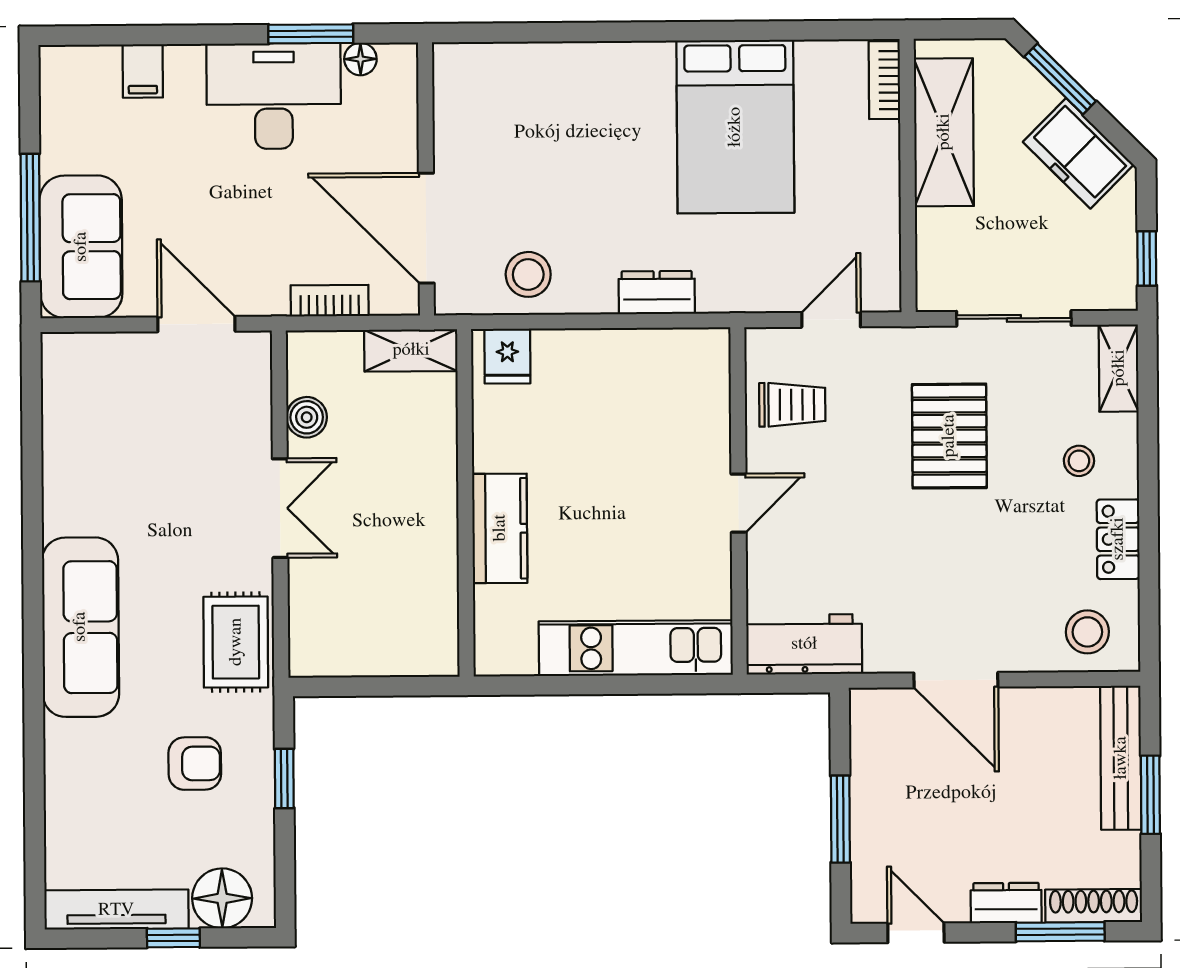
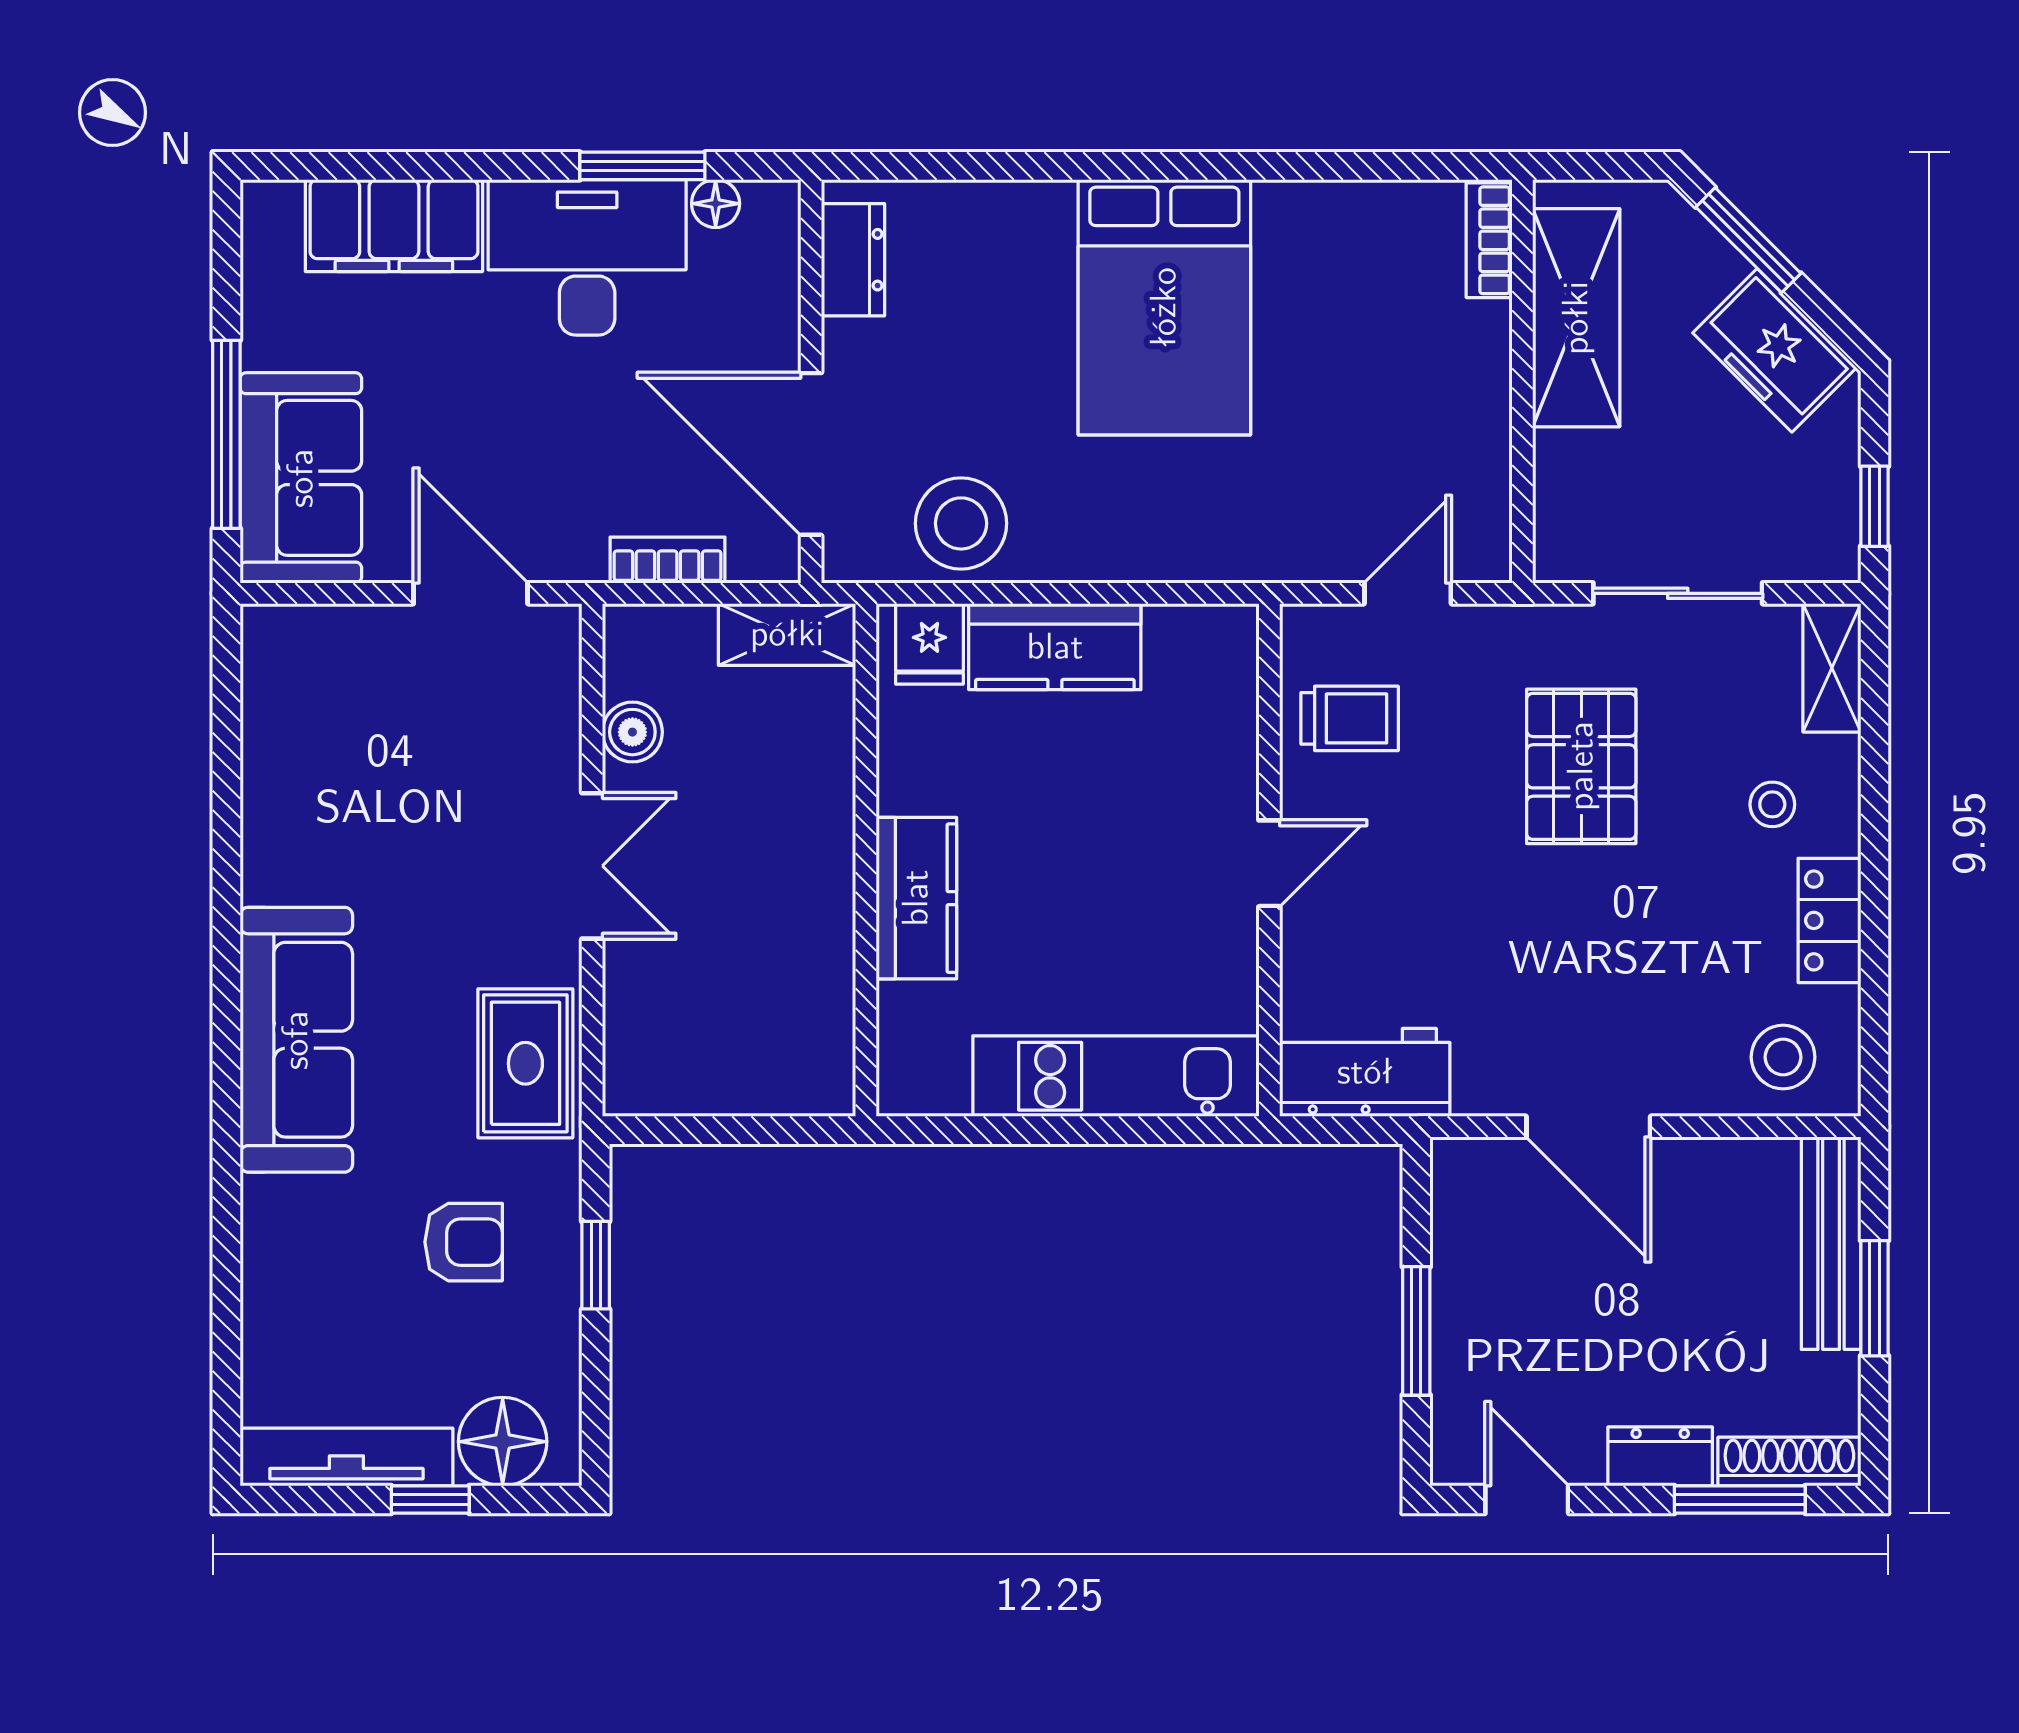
filing cabinet: (143, 71) -> (394, 226), width x3.00, depth x1.17
bed: (735, 127) -> (1164, 307), moved
stool: (528, 274) -> (961, 523), width x1.38, depth x1.38
dresser: (657, 293) -> (853, 260), moved, turned 90
kitchen counter: (592, 357) -> (1055, 647), added

